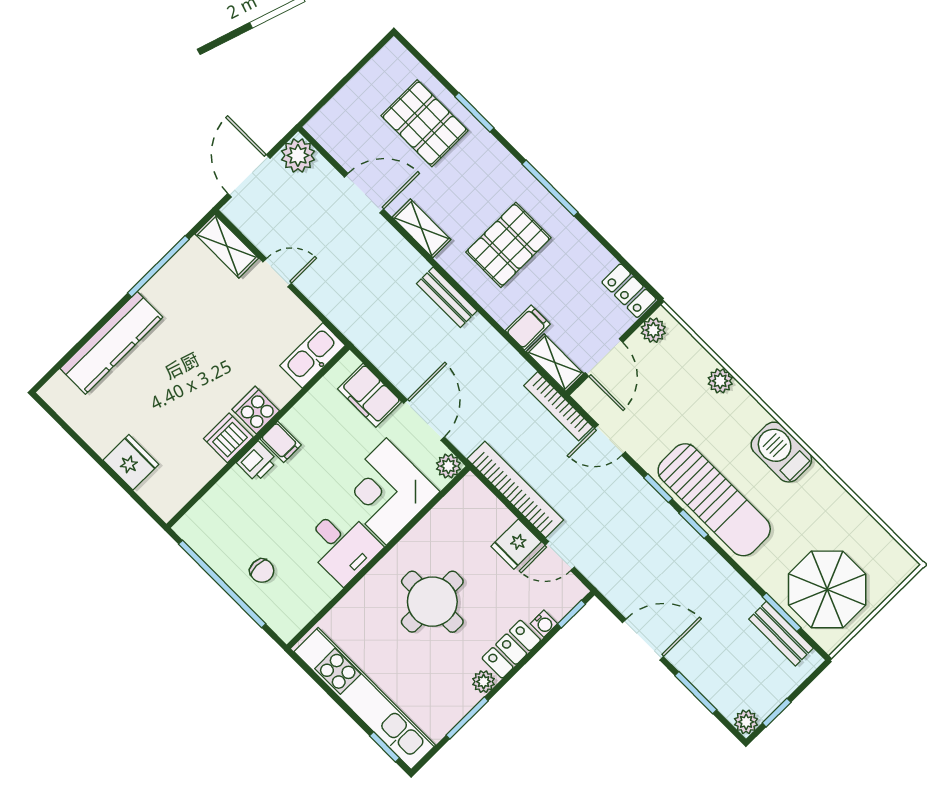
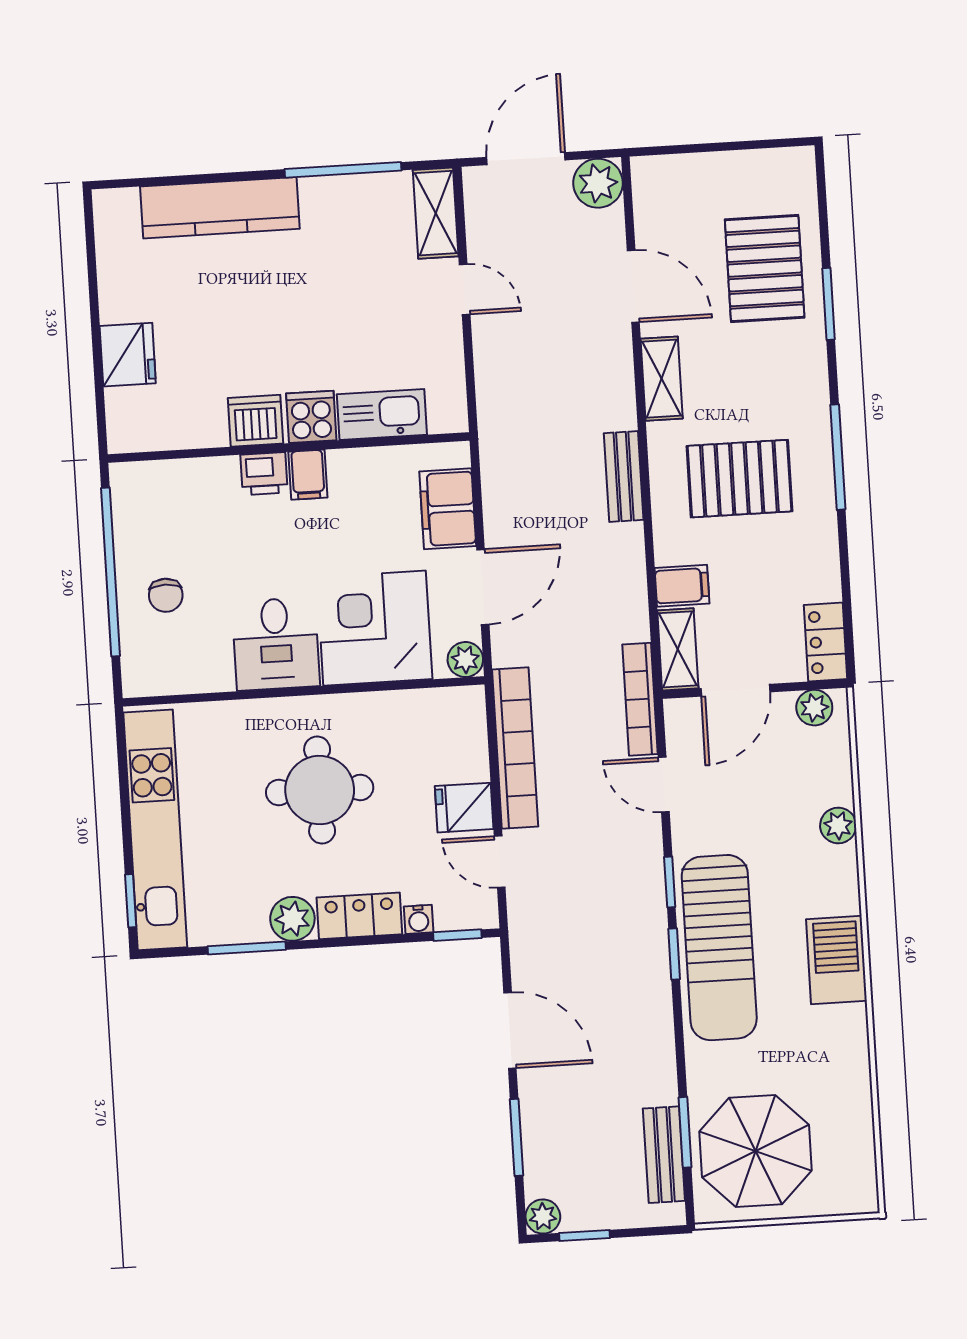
kitchen sink: (313, 355) -> (382, 414), moved
plant: (484, 682) -> (292, 919), width x1.38, depth x1.38

